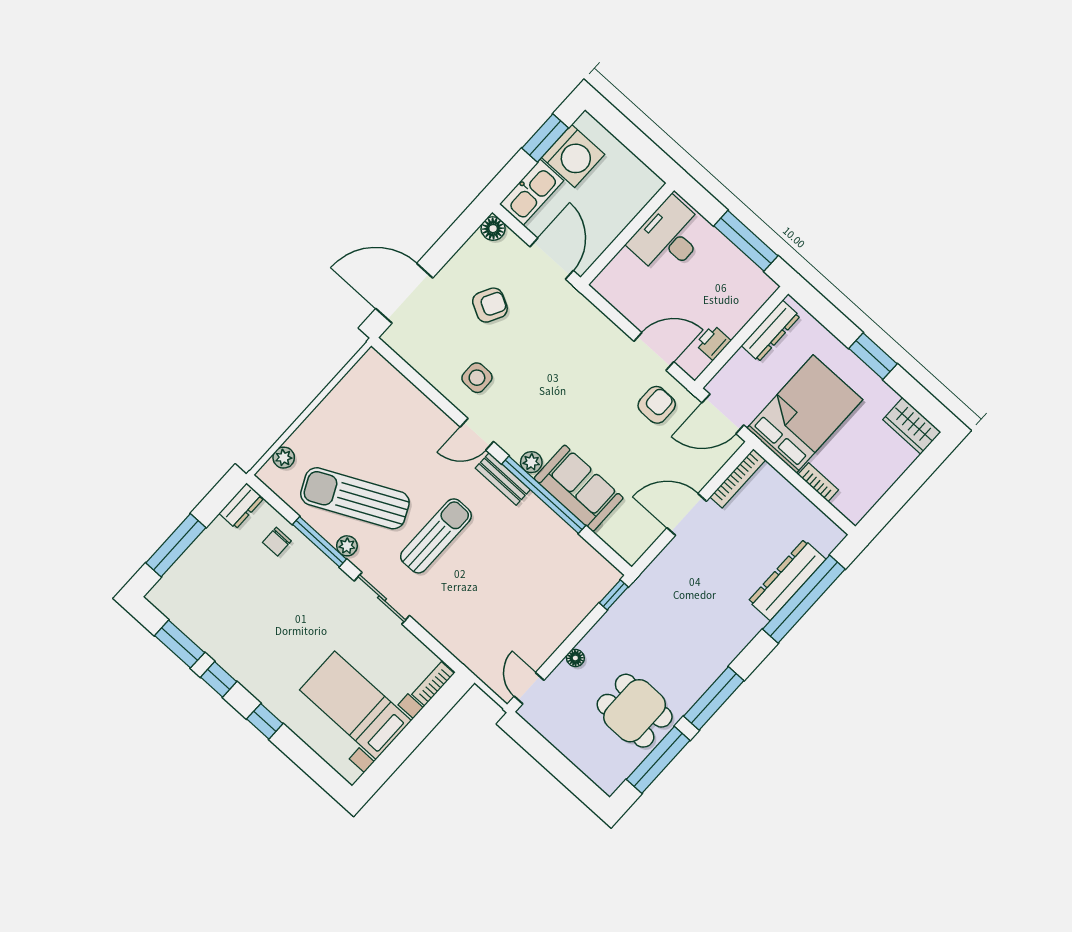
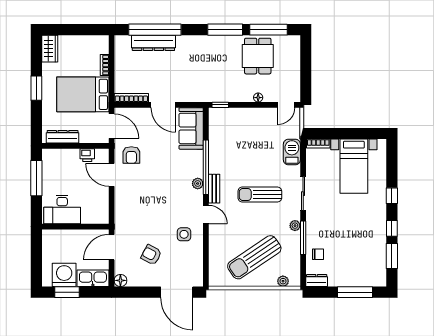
armchair: (657, 405) -> (131, 155), turned -90
sofa: (579, 488) -> (191, 128), moved
sun lounger: (355, 498) -> (254, 257), moved, turned 82
barbecue: (455, 636) -> (292, 152), added

